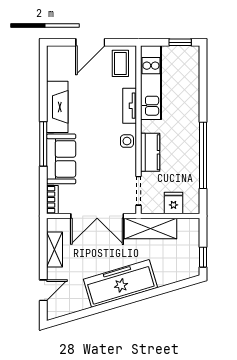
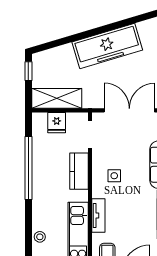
stool: (191, 83) -> (40, 237), added
side table: (127, 141) -> (114, 176), moved
shelving: (150, 229) -> (57, 98), moved

